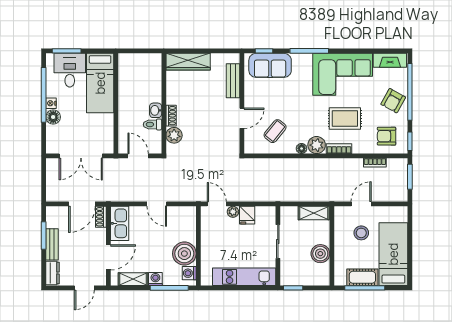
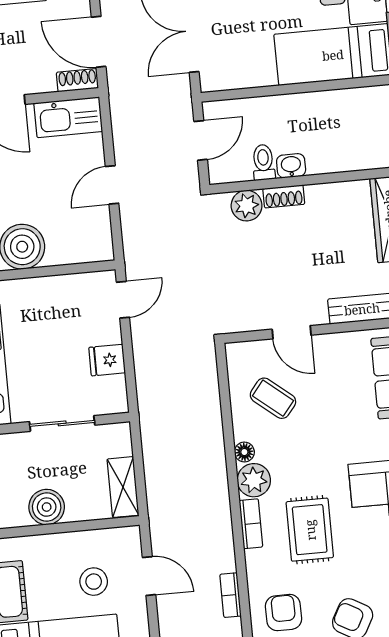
plant: (233, 212) -> (111, 332), removed

